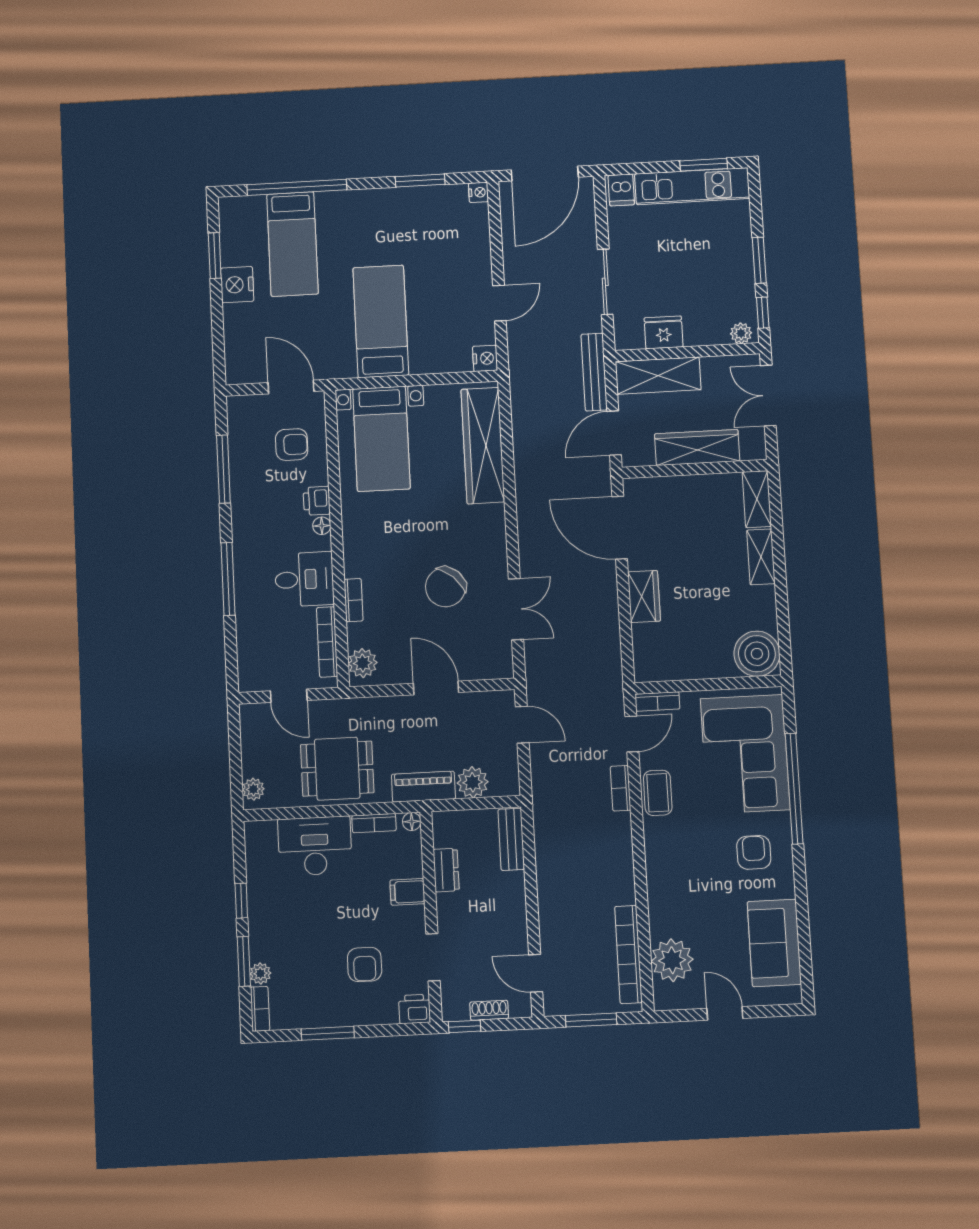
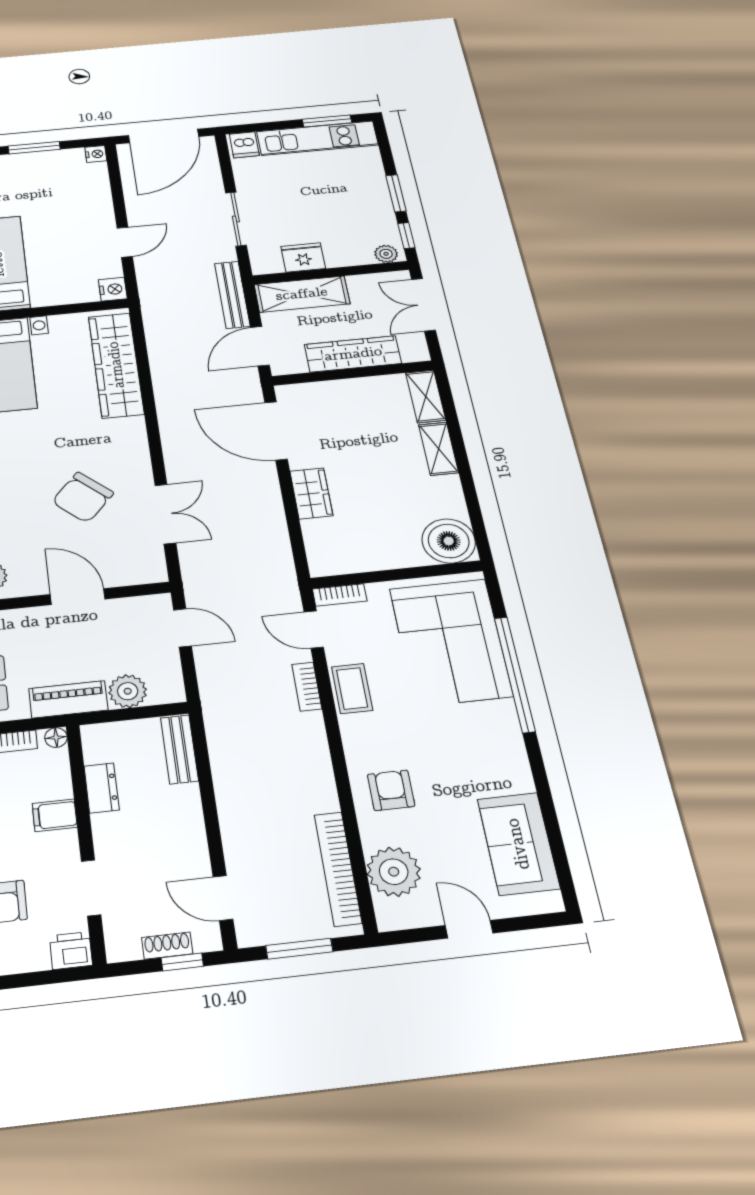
door: (632, 734) -> (314, 630), swing flipped
armchair: (754, 852) -> (391, 790), moved
window: (465, 1026) -> (182, 962), moved

